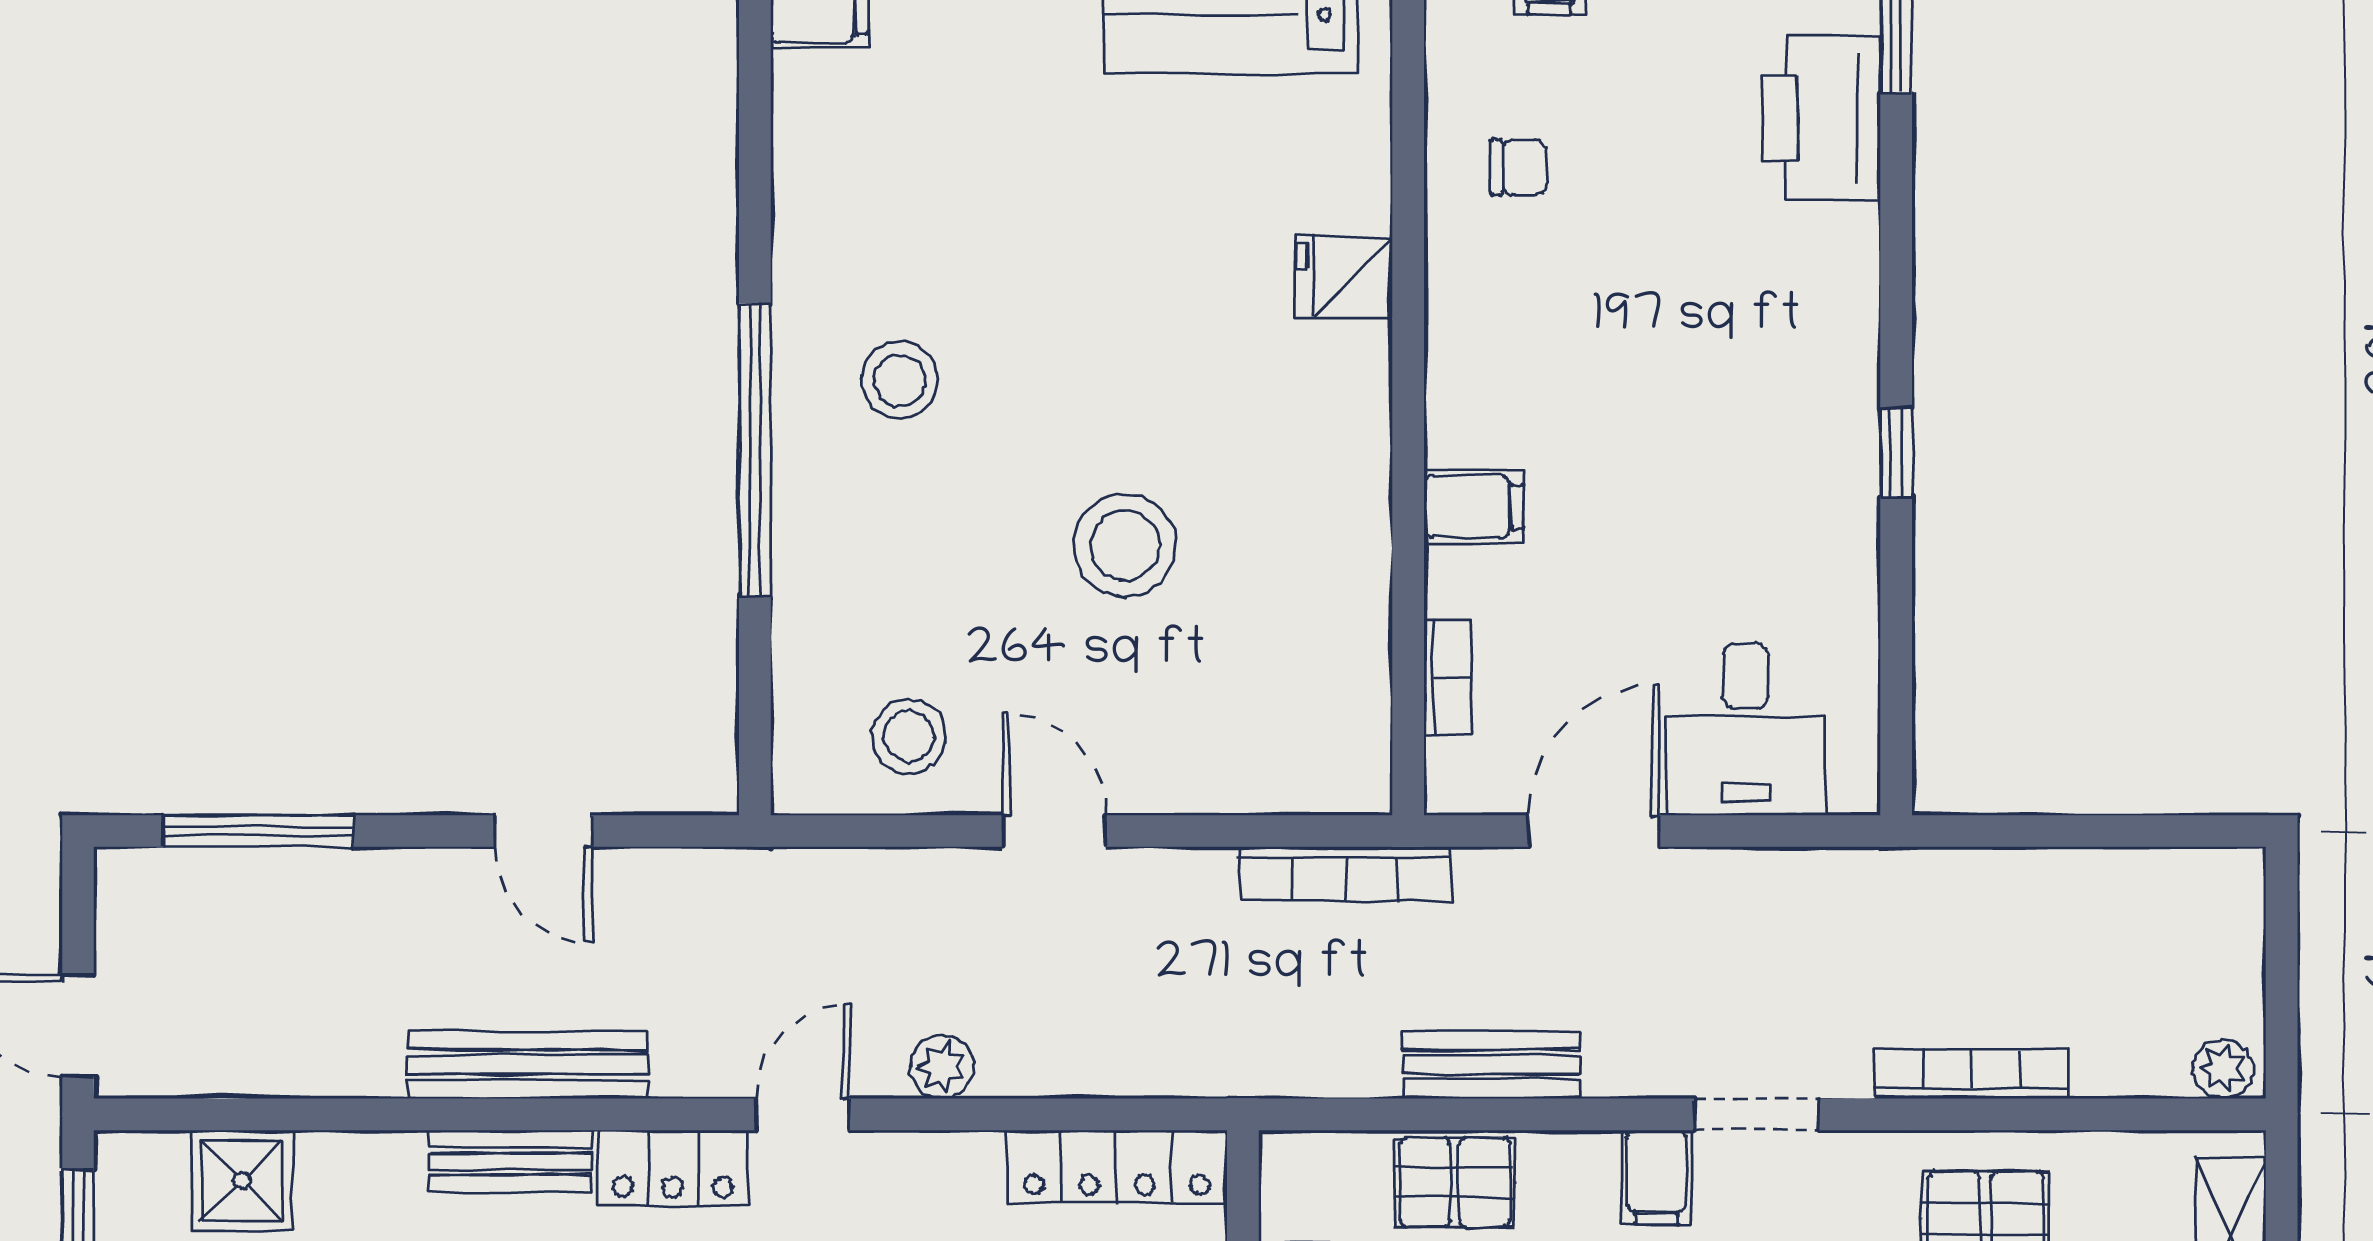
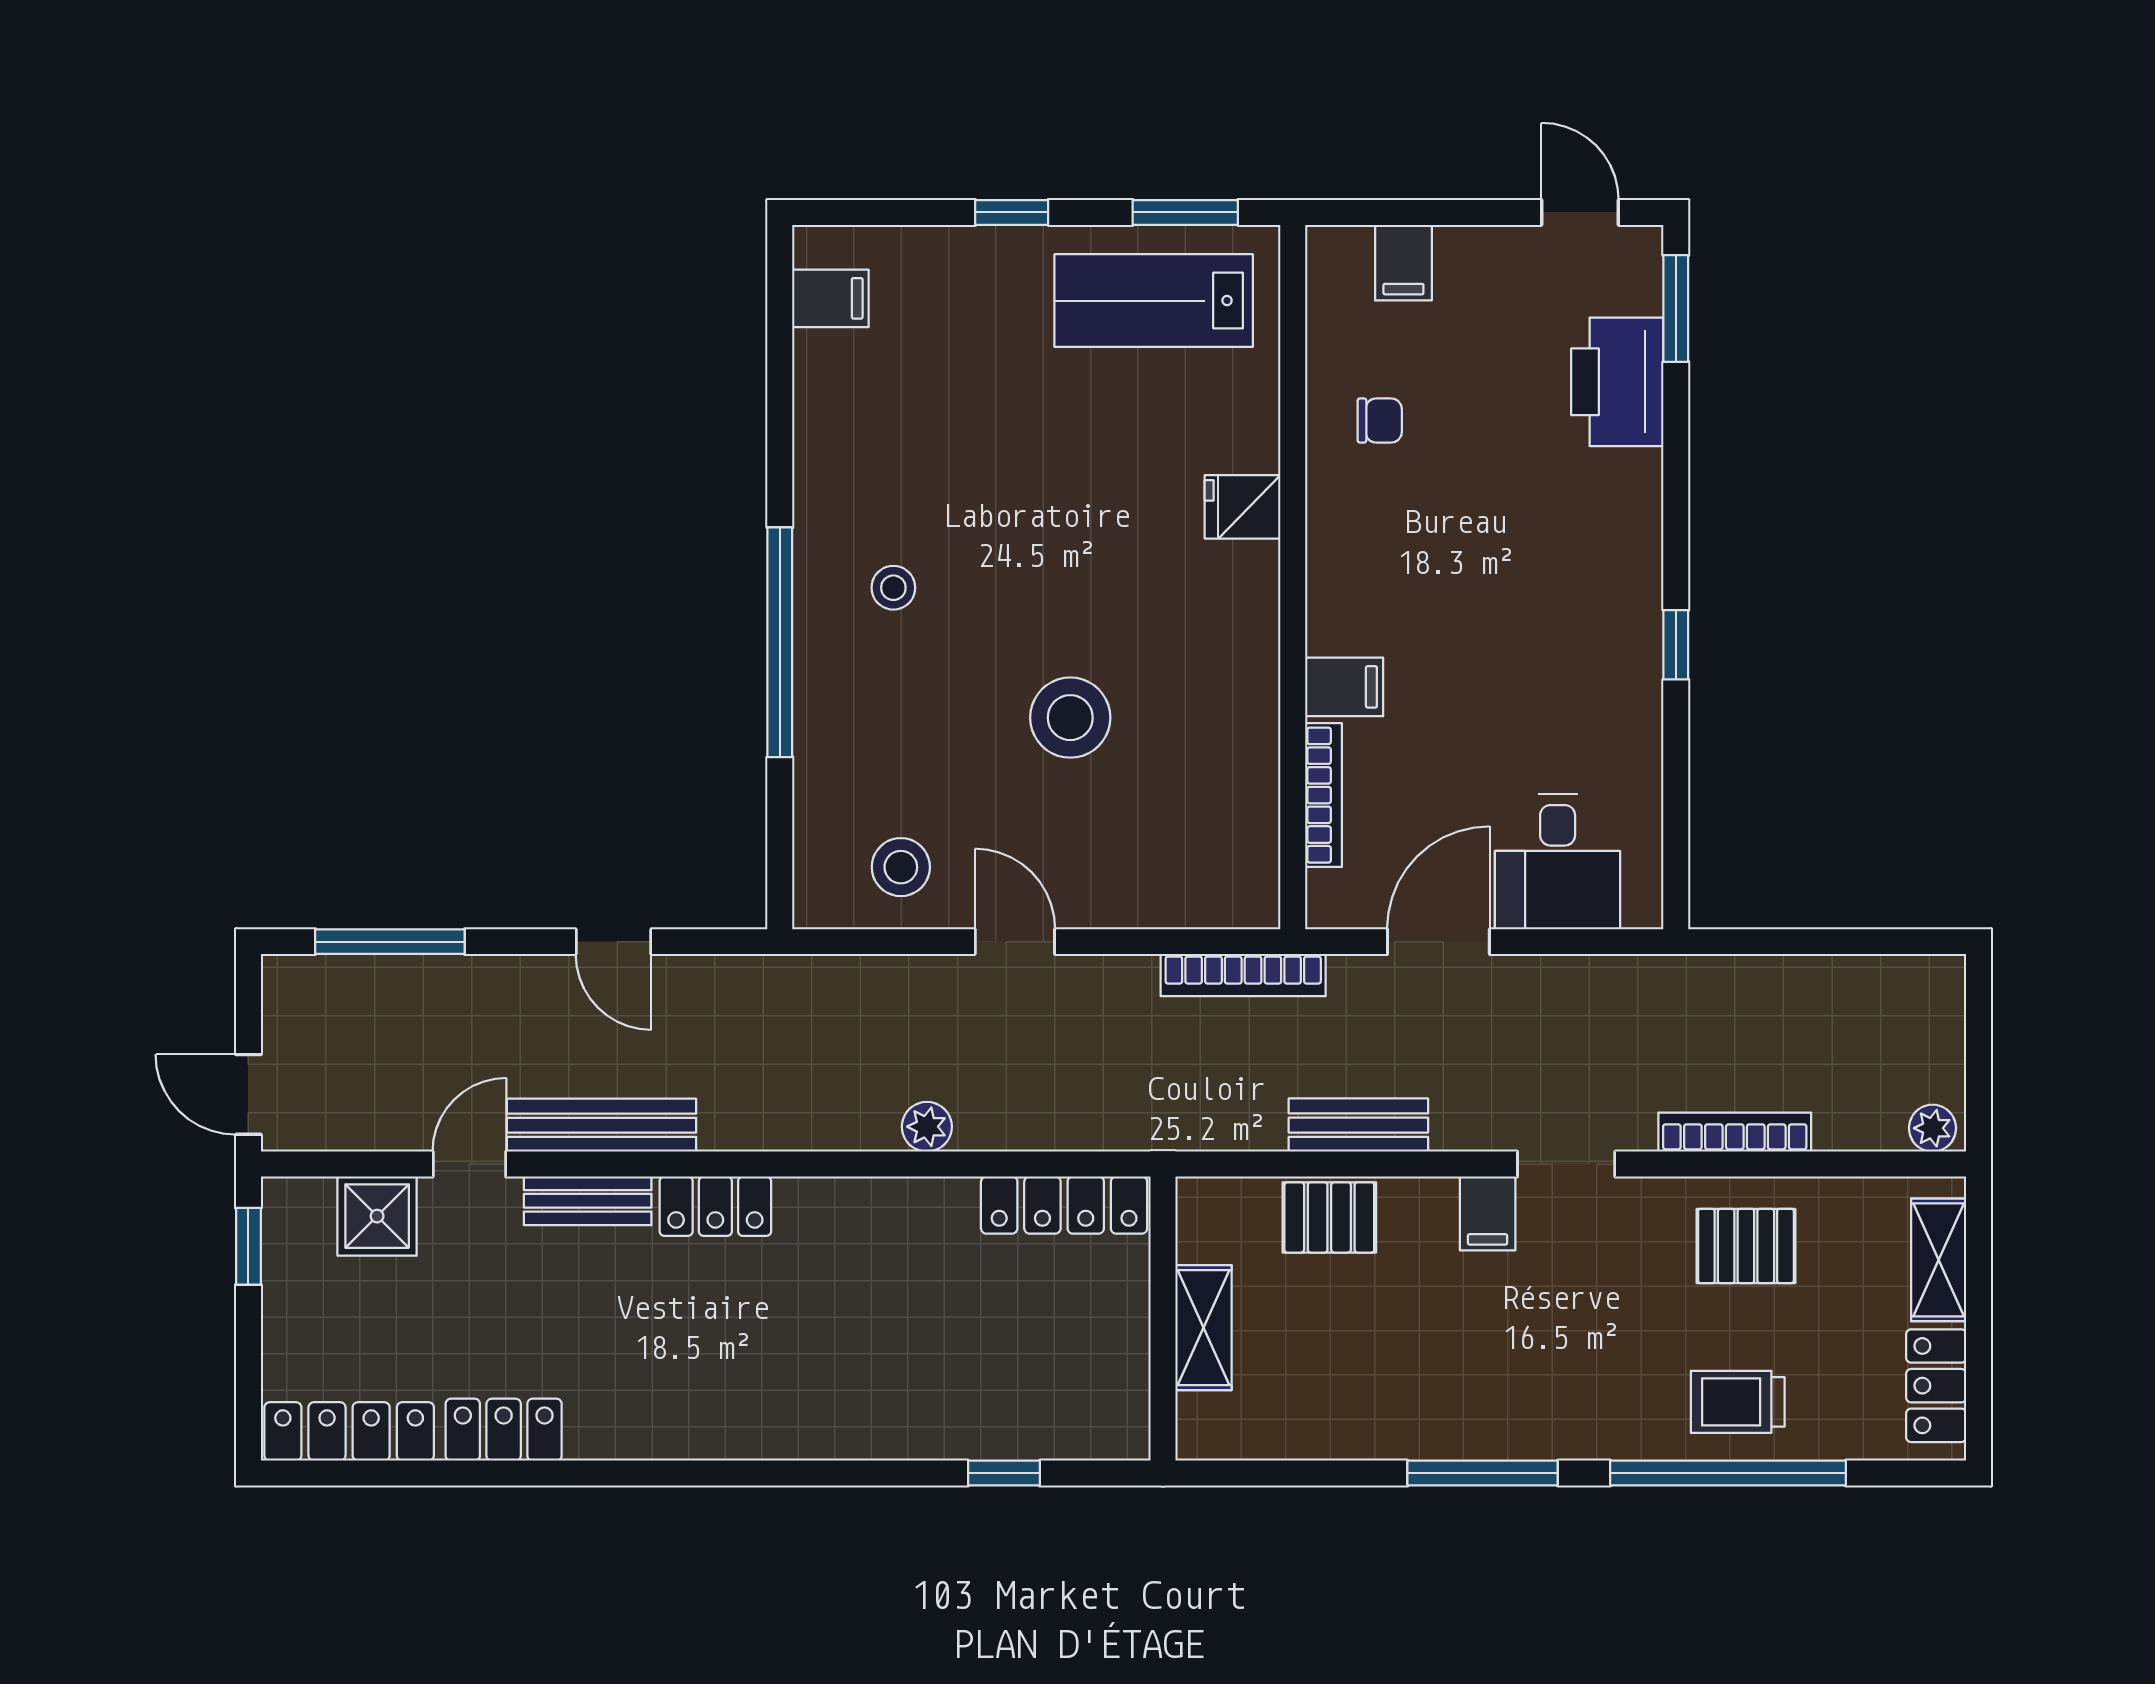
stool: (900, 380) -> (893, 588), width x0.73, depth x0.73
bookcase: (1447, 677) -> (1323, 795), width x1.56
door: (803, 1114) -> (469, 1164), moved

